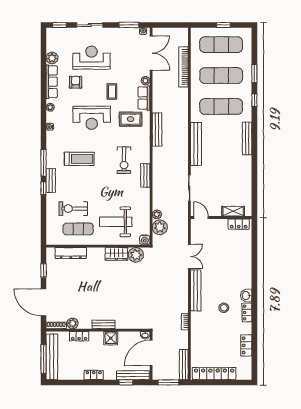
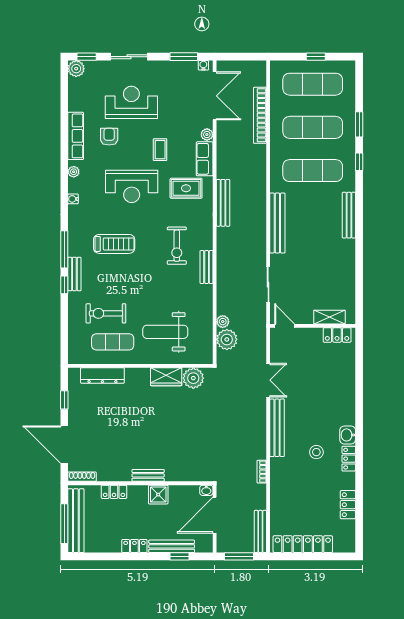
plant: (52, 58) -> (76, 69), moved
water cooler: (145, 240) -> (206, 357), removed
plant: (73, 323) -> (105, 474), removed
bench: (133, 375) -> (172, 546), moved

